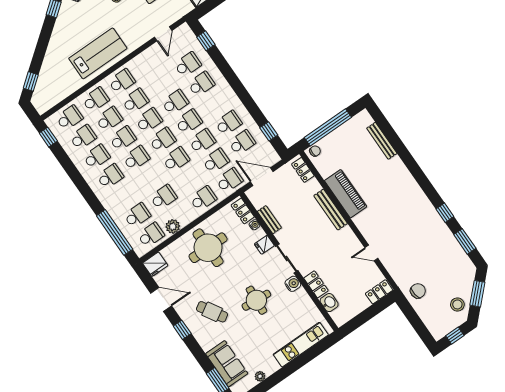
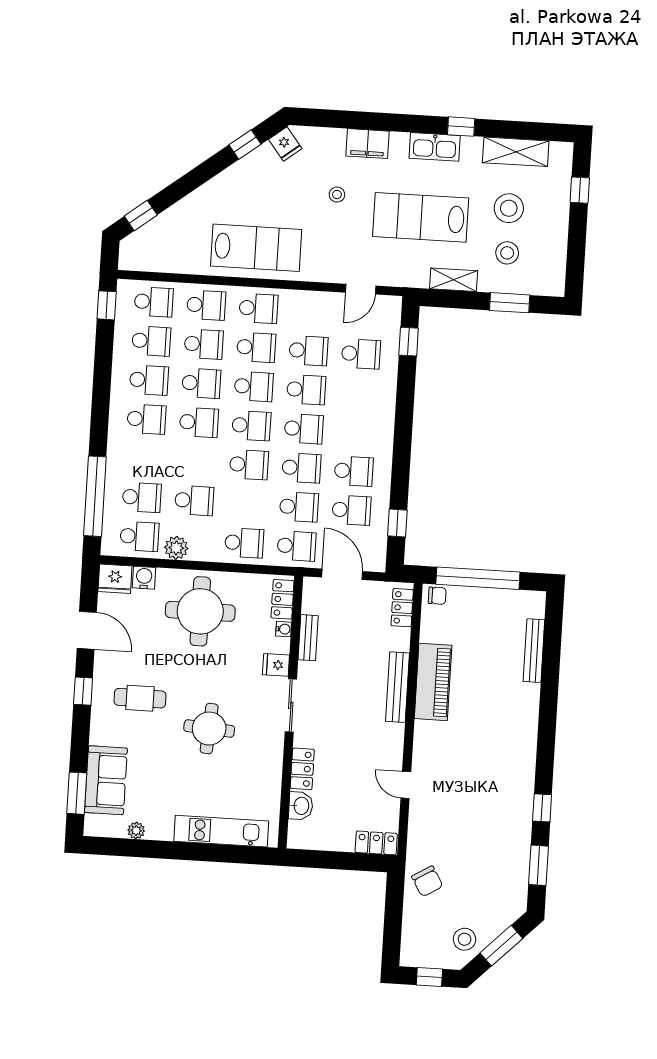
school desk: (201, 84) -> (309, 351), moved
water cooler: (293, 284) -> (144, 578), moved, turned -90
chair: (418, 291) -> (427, 881), turned 65
cafe table: (212, 312) -> (140, 698), turned -59

